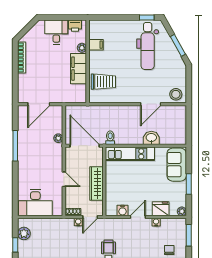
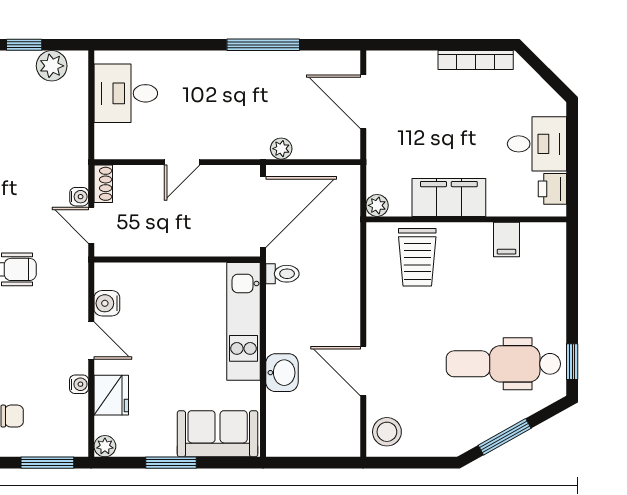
plant: (82, 48) -> (377, 205), moved
wardrobe: (97, 183) -> (172, 241), removed
desk: (35, 203) -> (126, 93), width x0.73

